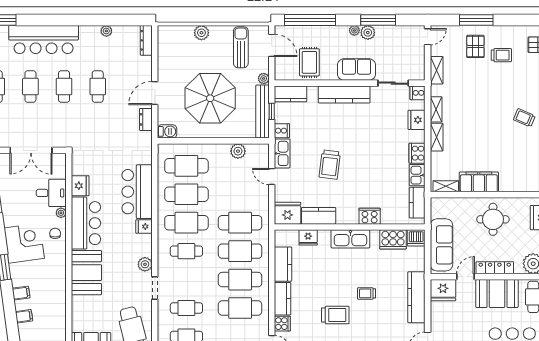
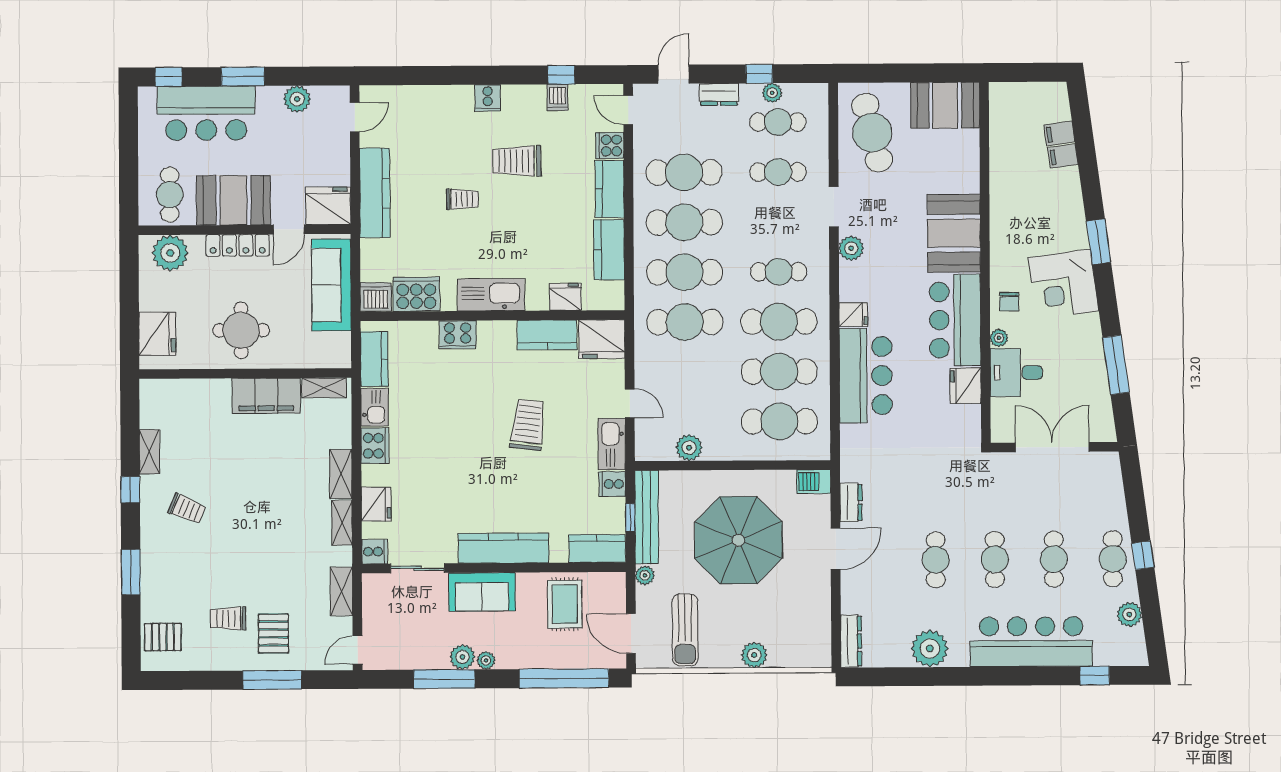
plant: (106, 31) -> (930, 648), width x1.88, depth x1.88
filing cabinet: (21, 293) -> (1059, 133), moved

